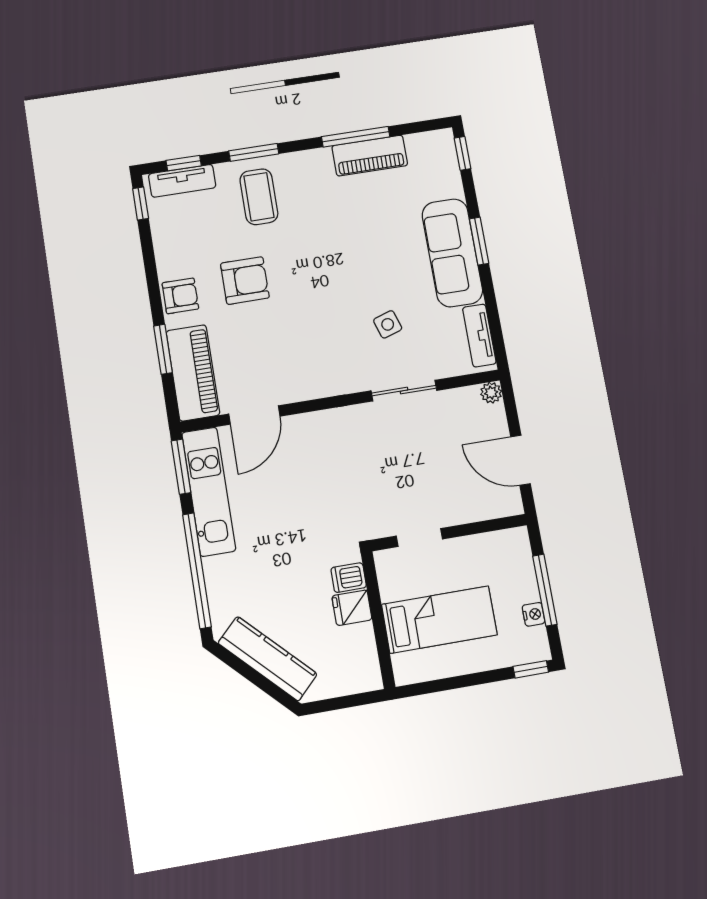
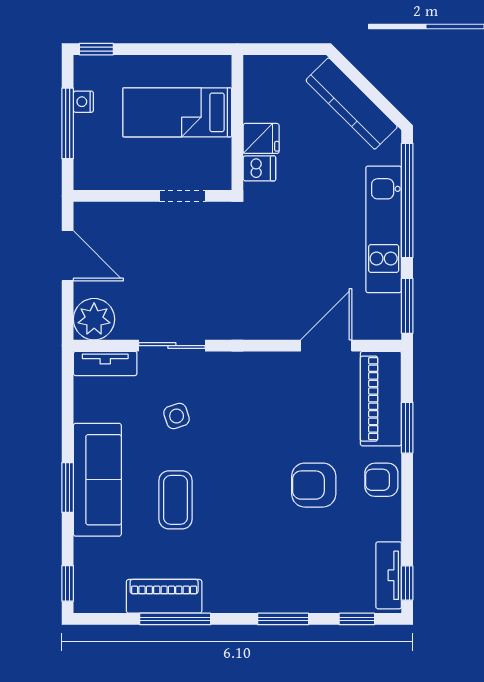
tv unit: (182, 181) -> (389, 575), moved, turned -90
coffee table: (259, 197) -> (176, 500), moved
tv unit: (479, 335) -> (105, 363), moved, turned 90
plant: (491, 393) -> (94, 319), width x1.87, depth x1.87
kitchen unit: (209, 492) -> (384, 229), moved

